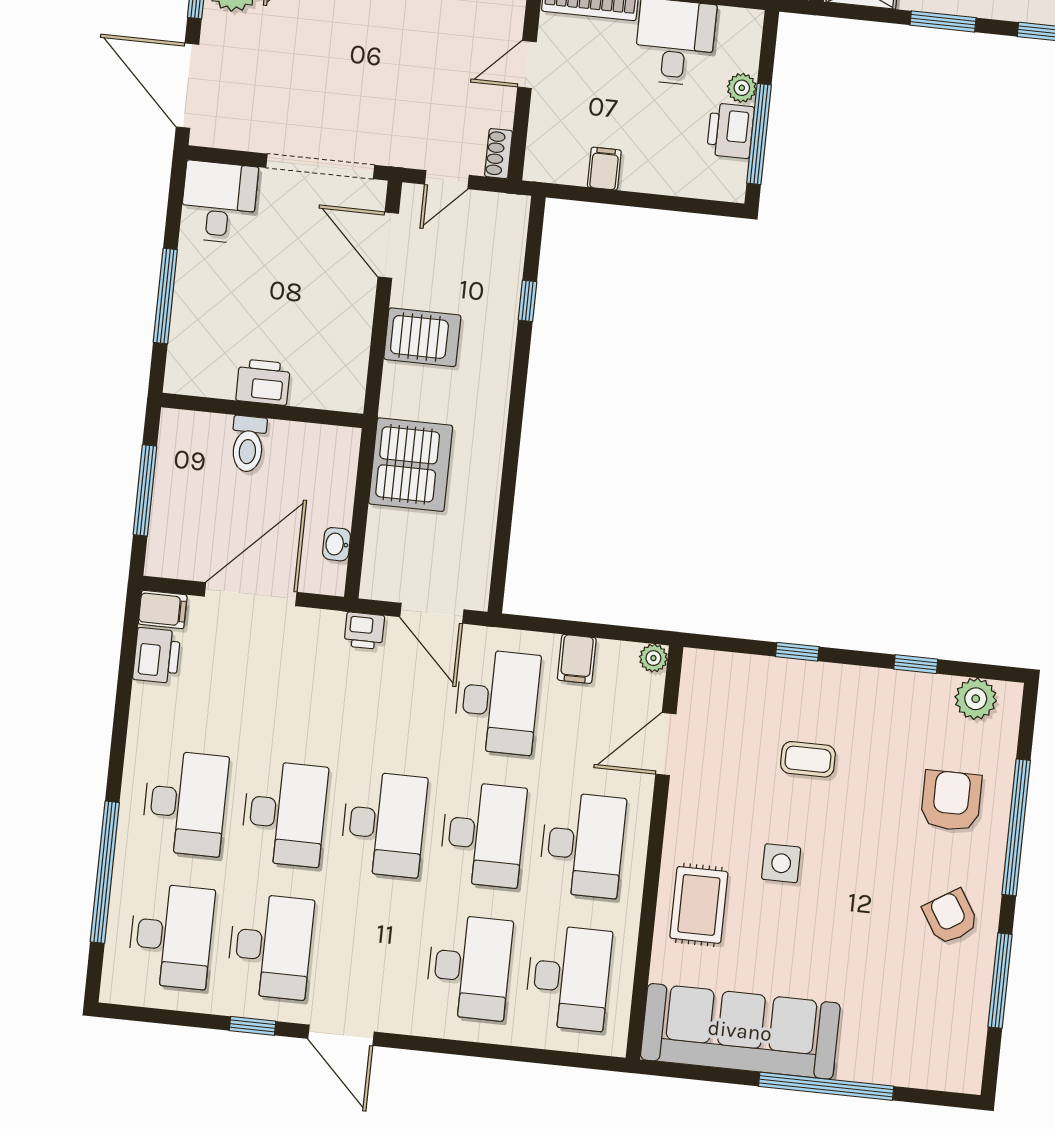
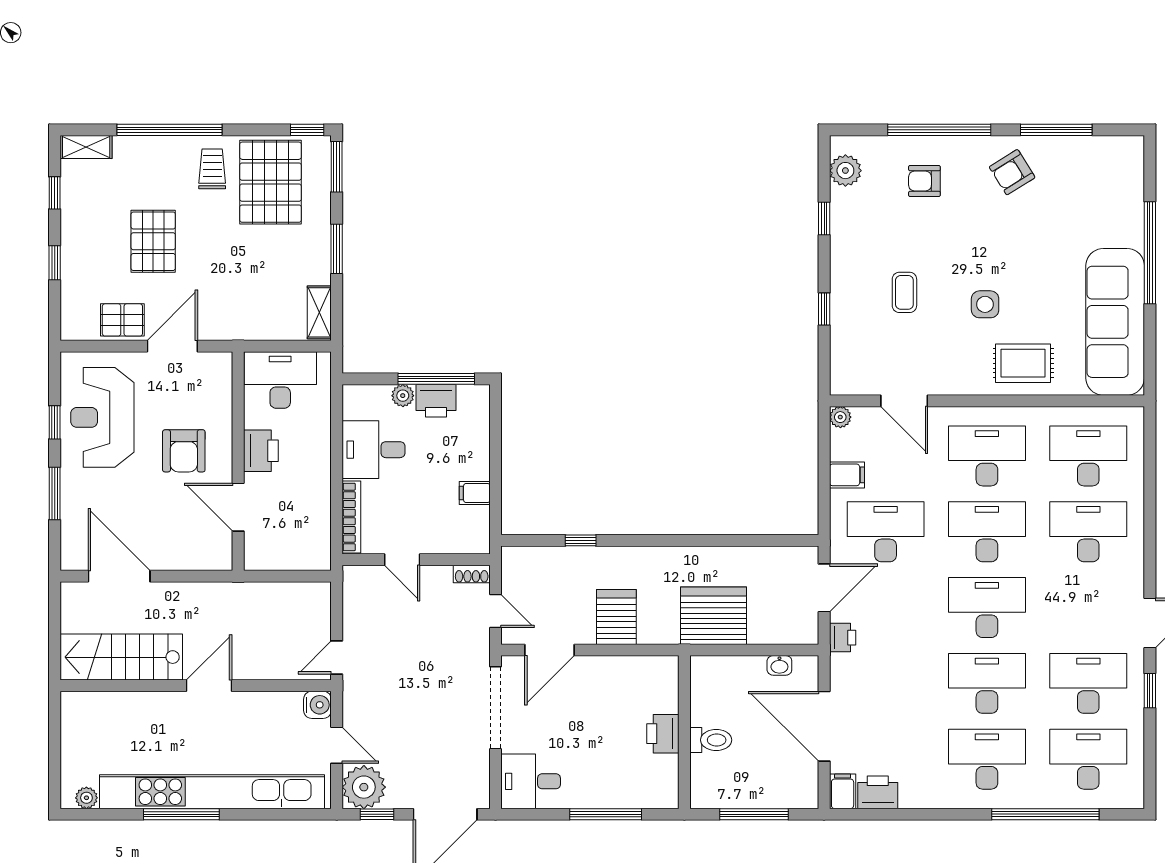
armchair: (951, 801) -> (924, 181), width x0.72, depth x0.72

